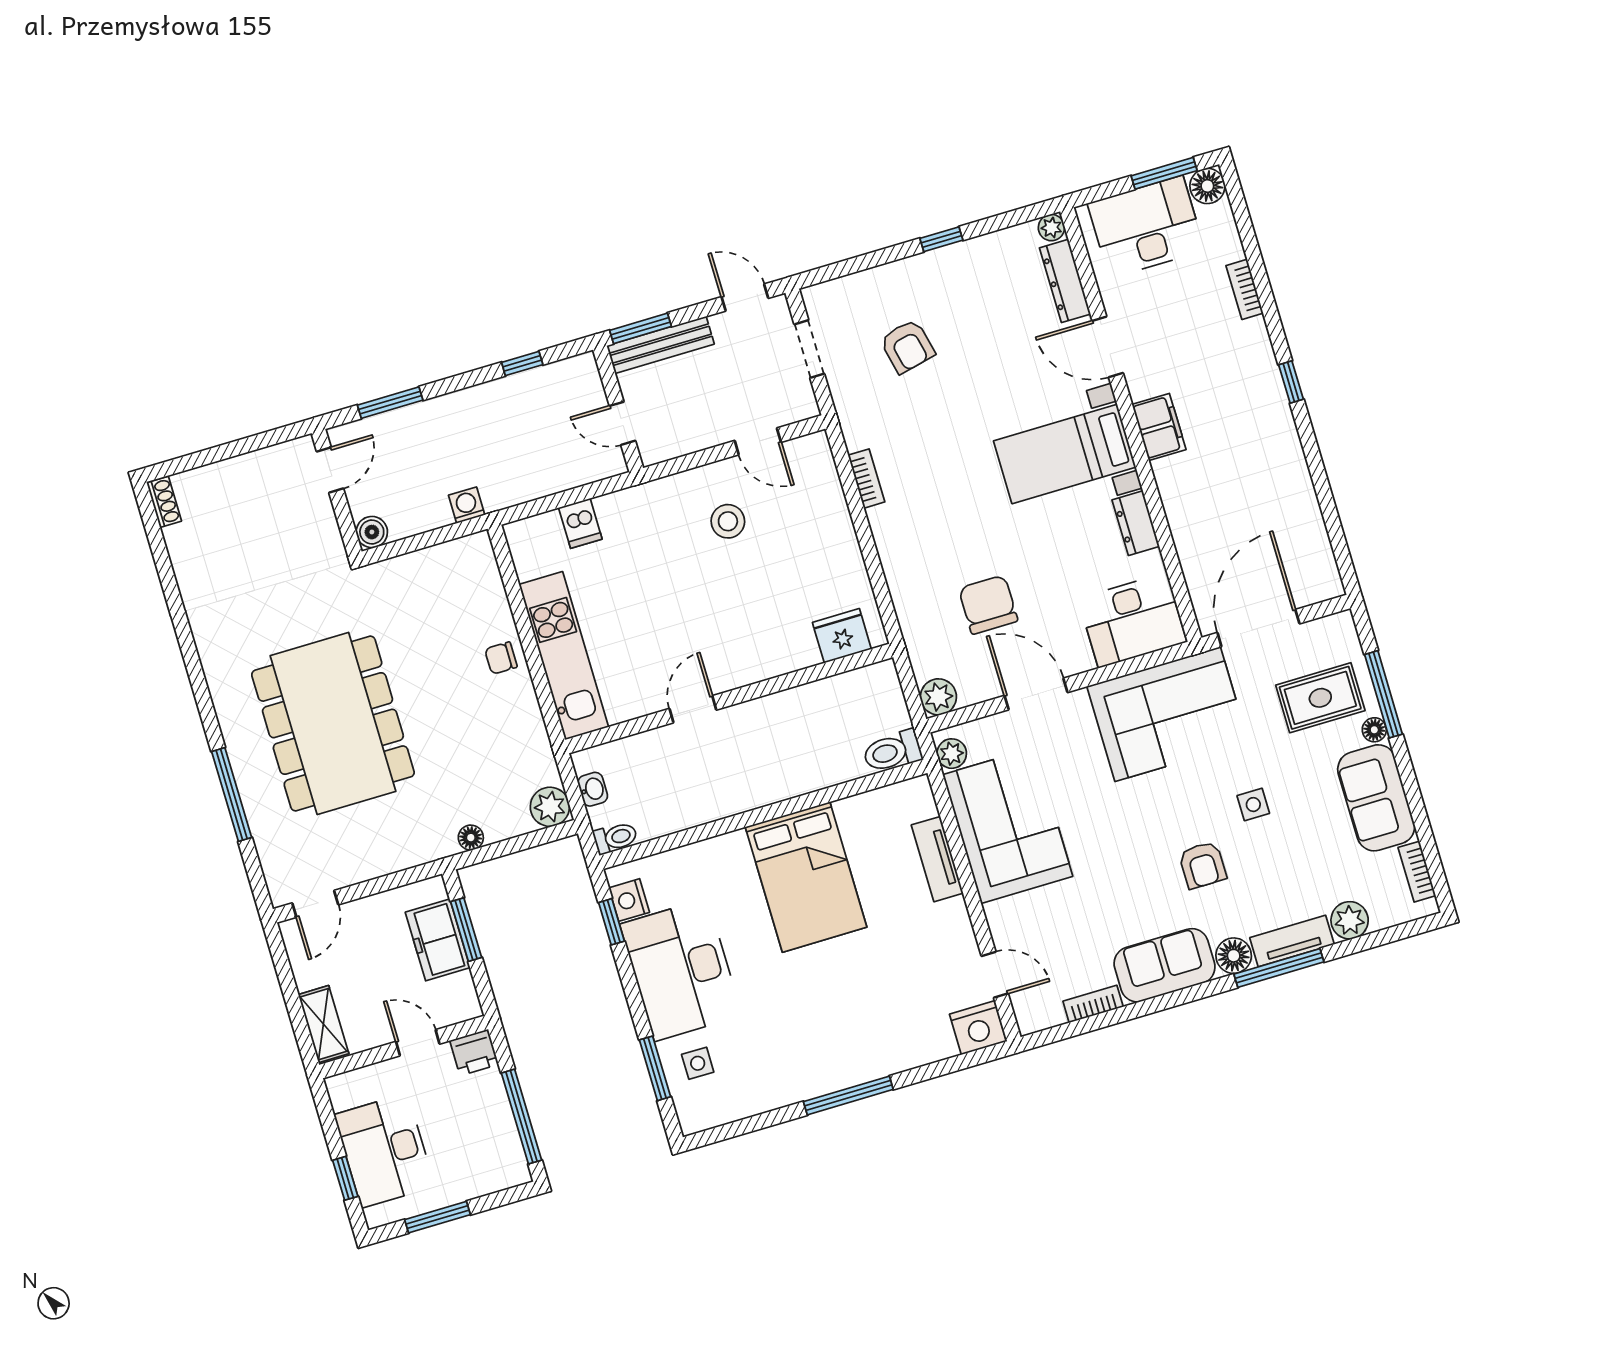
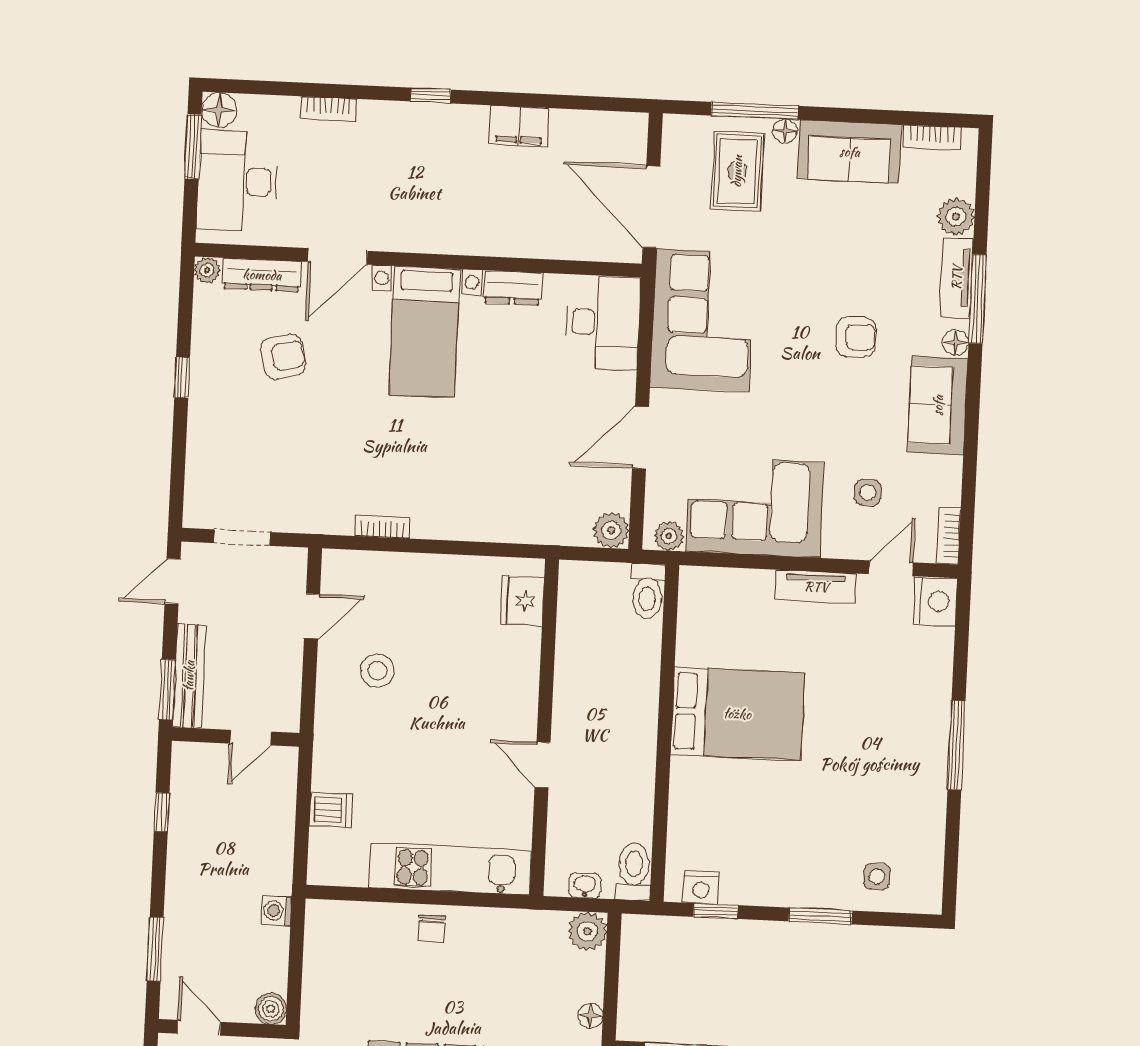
armchair: (907, 346) -> (283, 357), moved
filing cabinet: (1159, 427) -> (519, 126), moved, turned 180
chair: (988, 605) -> (541, 453), removed
side table: (1253, 805) -> (868, 493), moved
toilet: (615, 838) -> (634, 872), width x1.37, depth x1.39
tv unit: (937, 859) -> (816, 587), moved
floor lamp: (1234, 956) -> (956, 342), width x0.73, depth x0.73
desk: (681, 970) -> (784, 862), removed
bookcase: (1093, 1004) -> (948, 536), moved
window: (655, 1068) -> (820, 916), moved

